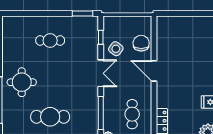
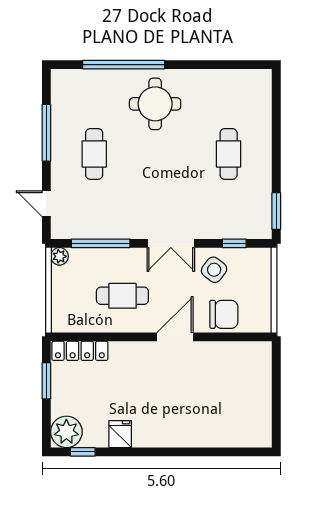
cafe table: (132, 114) -> (122, 296), moved
cafe table: (50, 117) -> (94, 154), width x0.73, depth x0.74

